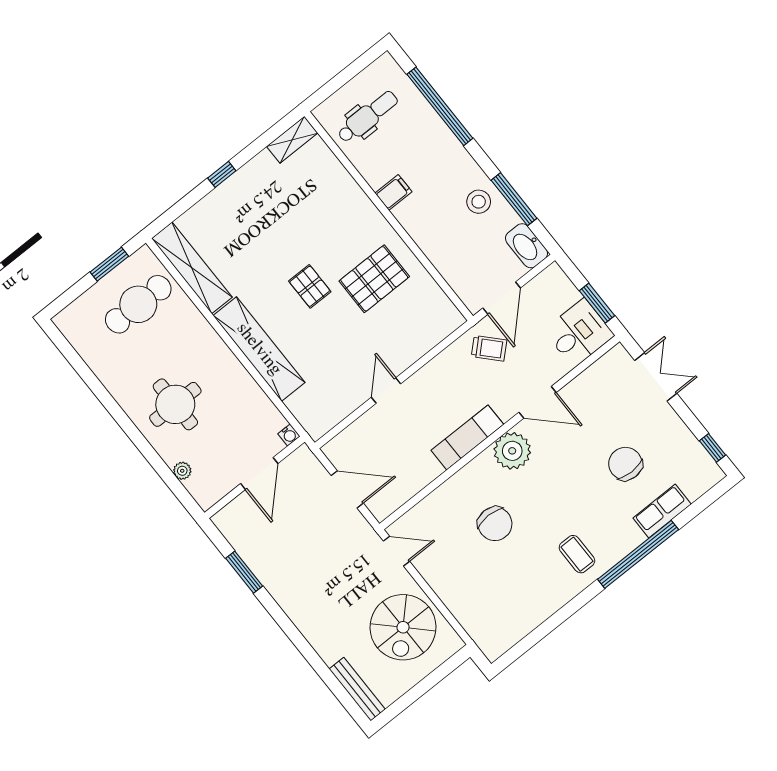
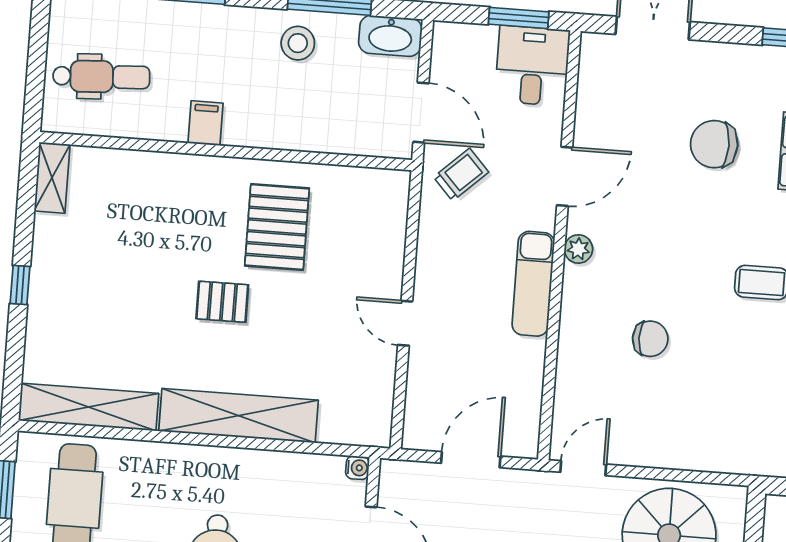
dental chair: (368, 117) -> (101, 77), turned 87
plant: (512, 451) -> (578, 249), width x0.53, depth x0.53
chair: (495, 524) -> (650, 339), width x0.73, depth x0.73

